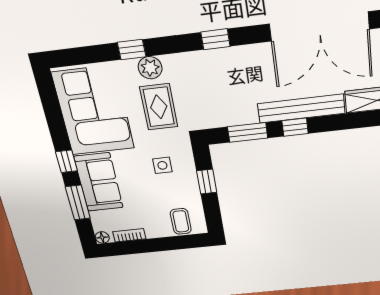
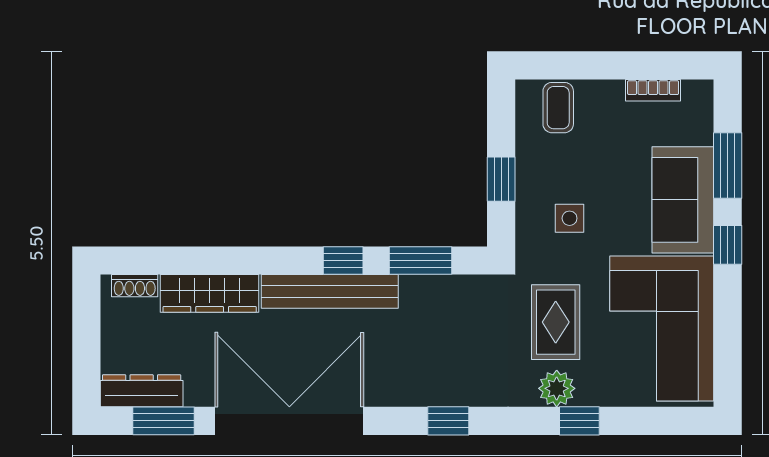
floor lamp: (102, 237) -> (702, 91), removed

